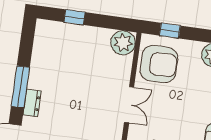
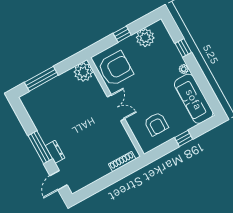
window: (75, 17) -> (41, 79), width x2.17
window: (170, 31) -> (122, 34), moved

